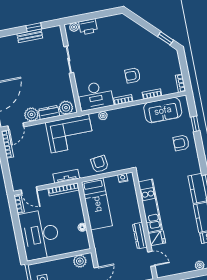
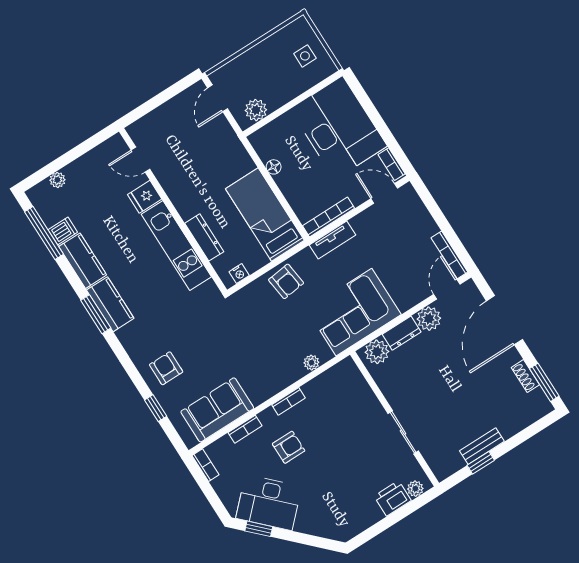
desk: (95, 96) -> (269, 502), moved, turned -135
armchair: (181, 143) -> (166, 368), turned -90
dresser: (140, 236) -> (204, 237), moved

